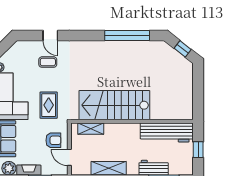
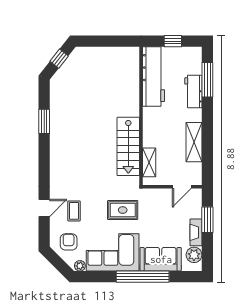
window: (127, 36) -> (44, 121), width x0.47
stairs: (114, 105) -> (128, 146), width x0.73, depth x0.66
armchair: (53, 140) -> (69, 242), moved

